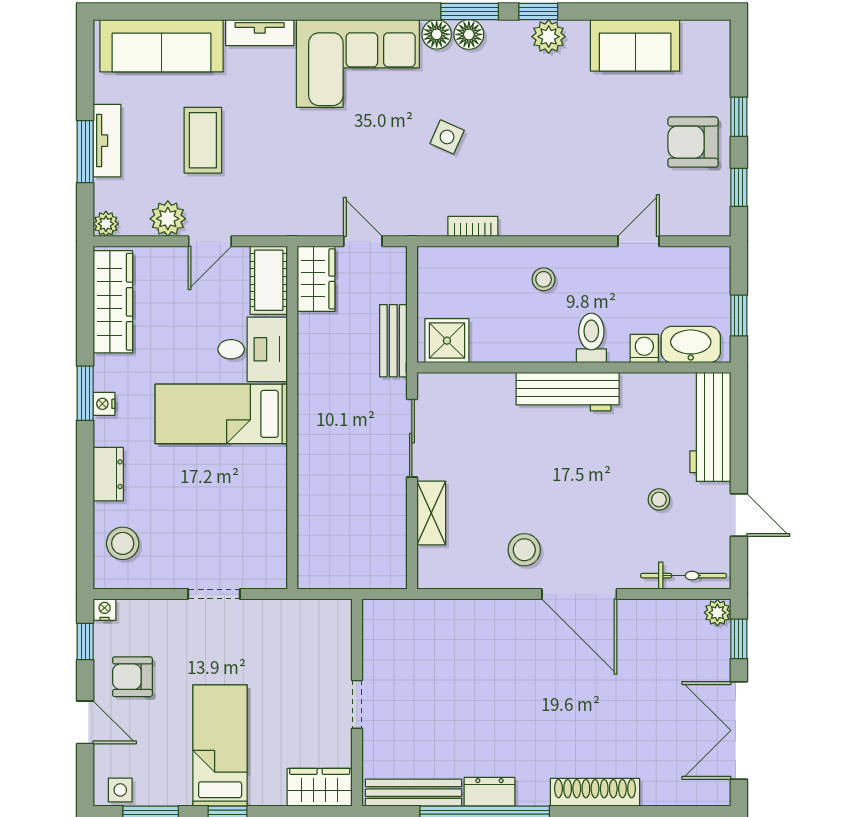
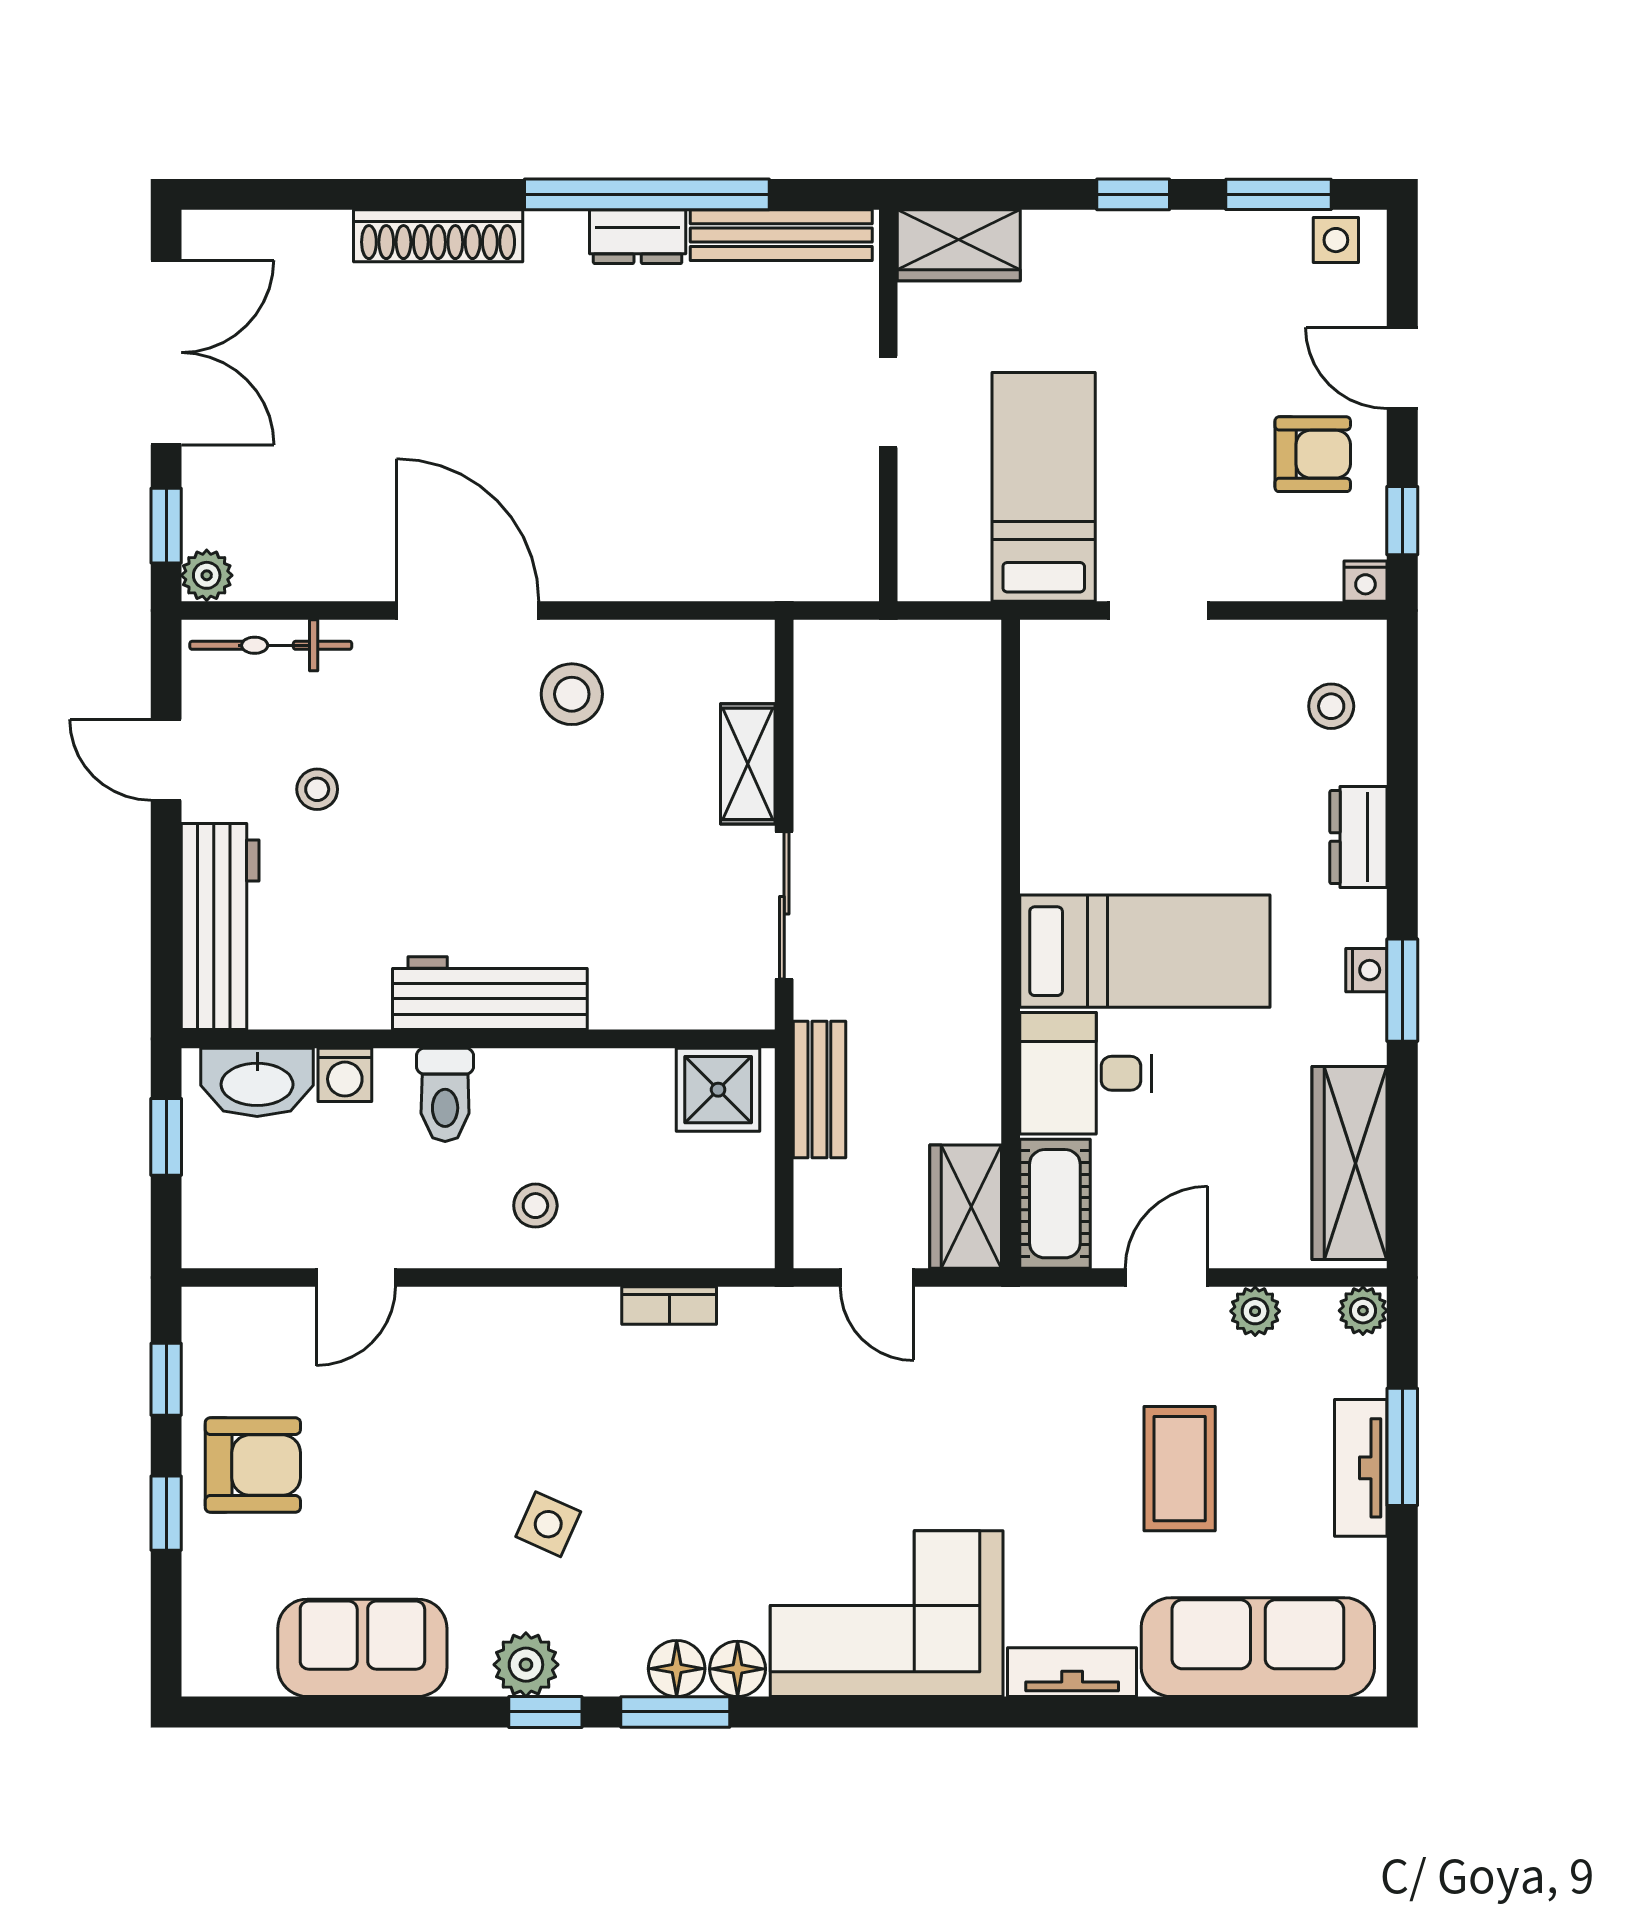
side table: (447, 137) -> (548, 1524), moved
plant: (168, 219) -> (1255, 1311), width x0.73, depth x0.73
stool: (123, 543) -> (1331, 706), width x0.73, depth x0.73
bed: (220, 745) -> (1044, 487), moved, turned 180

